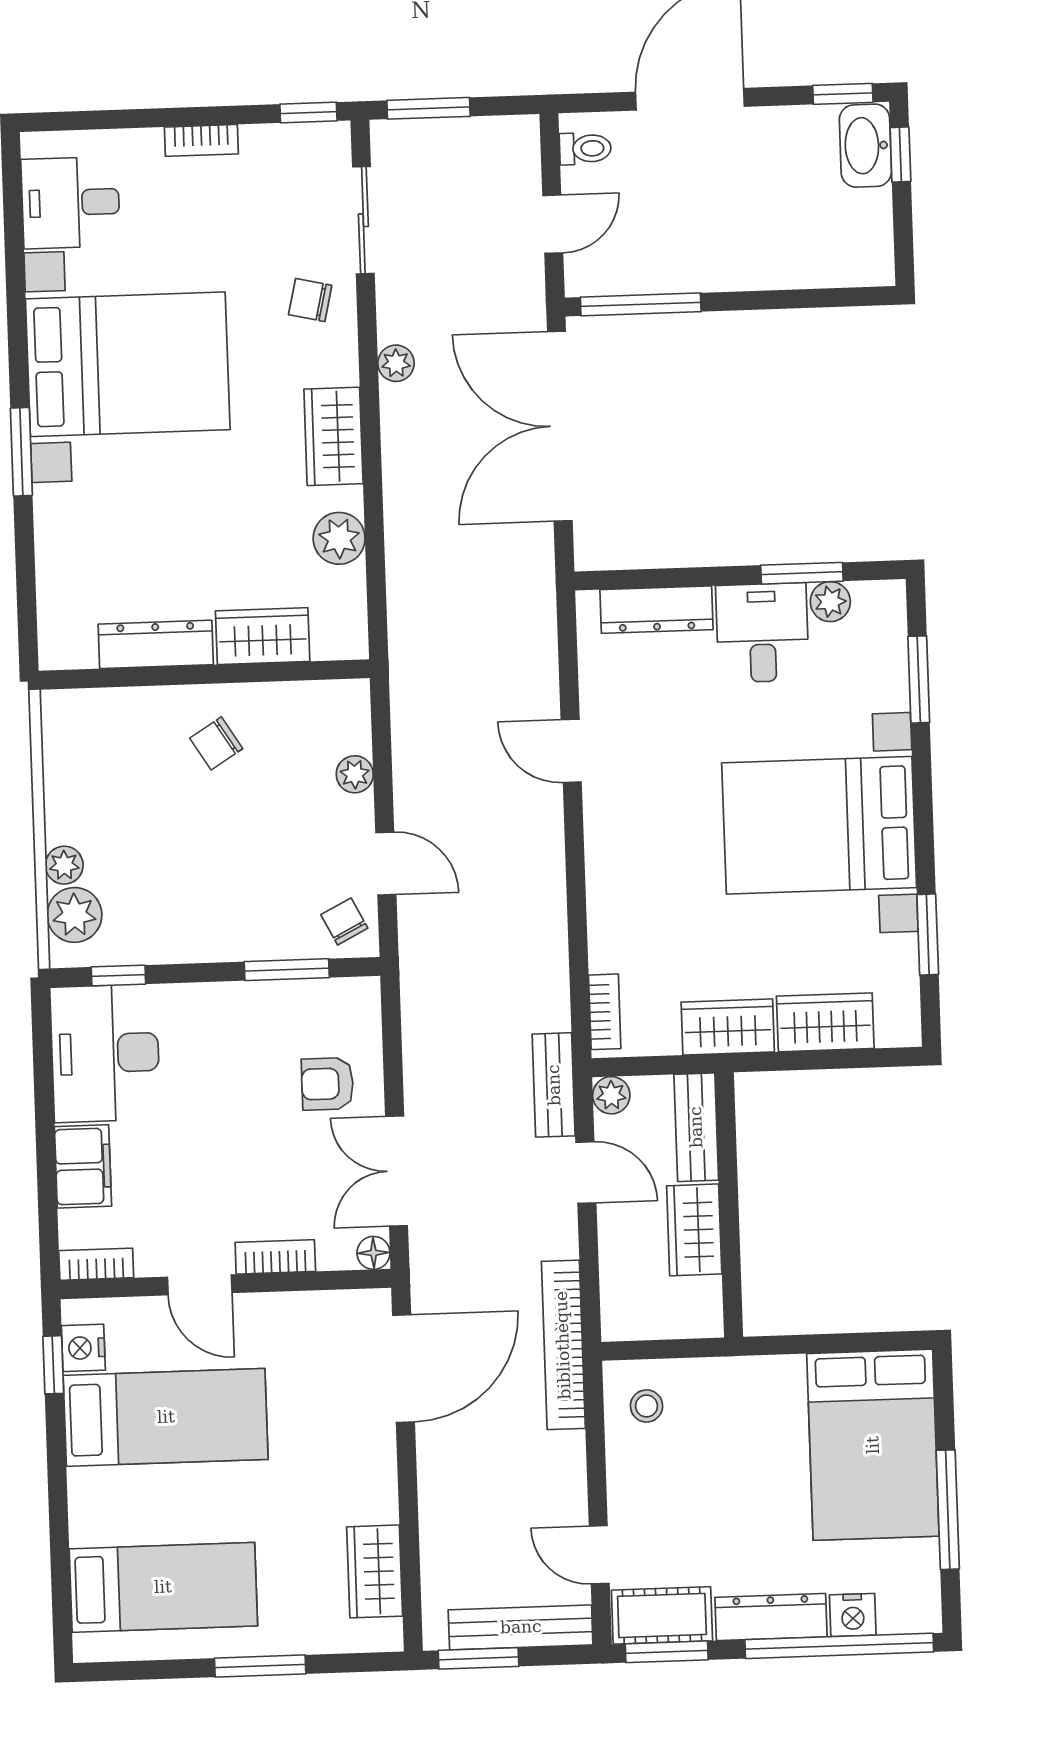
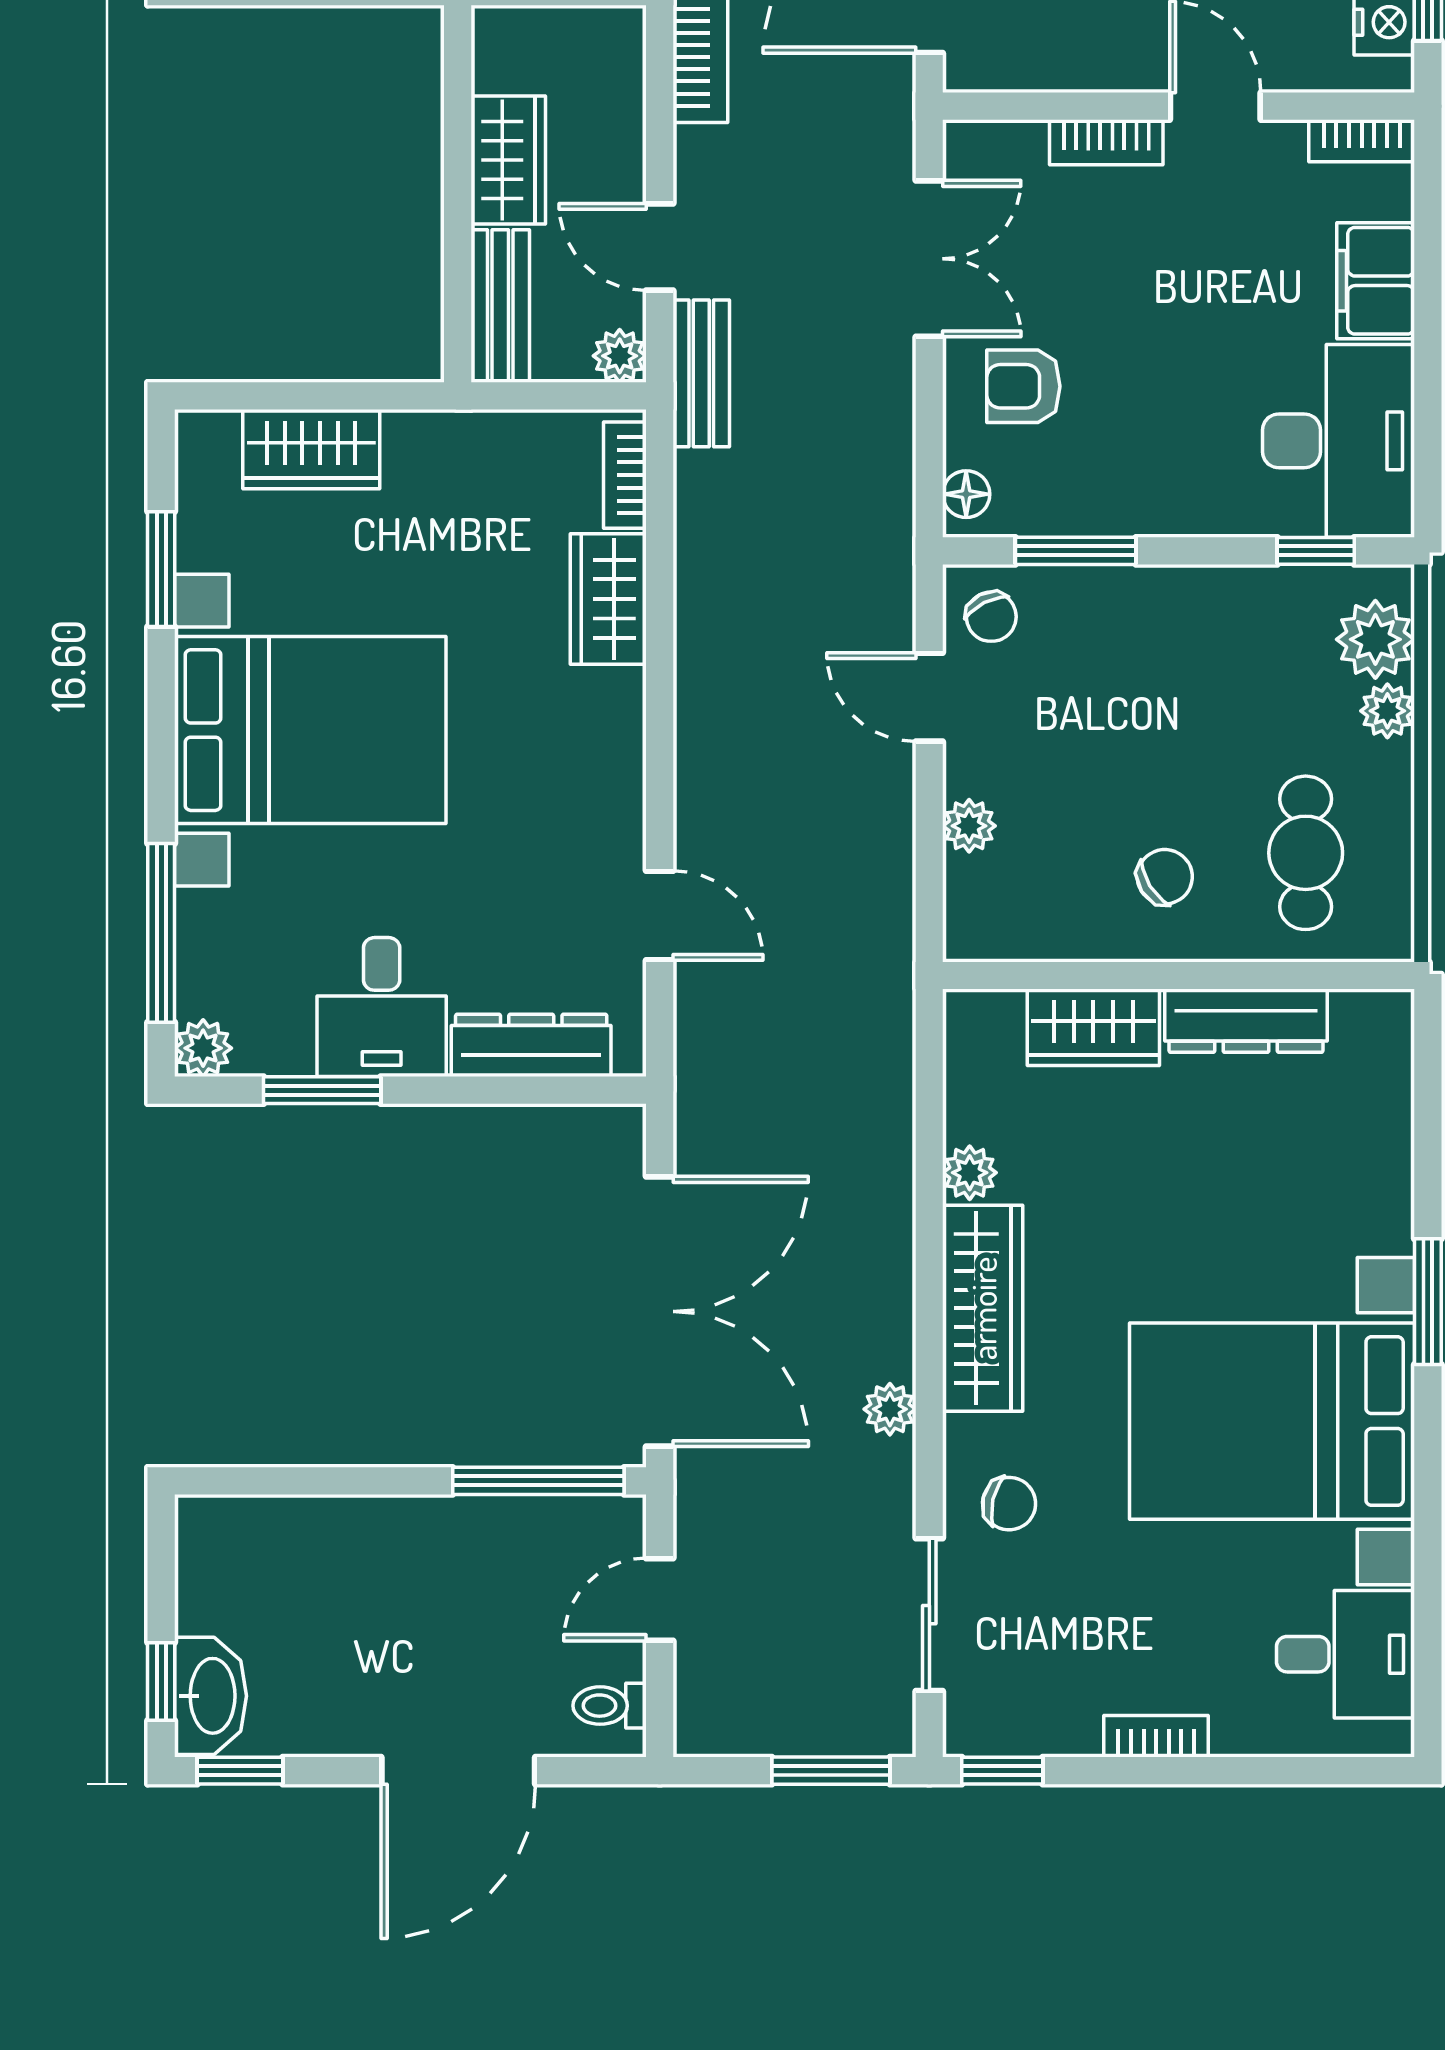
wardrobe: (333, 436) -> (983, 1308), width x1.50
plant: (339, 538) -> (970, 1173), width x0.73, depth x0.73
plant: (830, 602) -> (203, 1048), moved
window: (919, 679) -> (161, 933), width x1.44
door: (571, 751) -> (660, 916), moved
cafe table: (118, 764) -> (1306, 853), added
wardrobe: (728, 1027) -> (608, 599), moved, turned 90
armchair: (327, 1084) -> (1023, 386), turned 180
floor lamp: (373, 1253) -> (966, 494), moved

